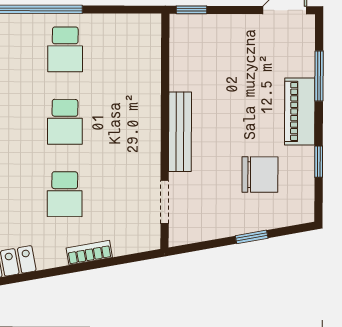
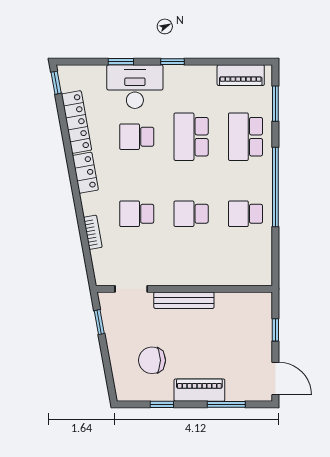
window: (192, 10) -> (275, 330), moved
chair: (260, 175) -> (152, 360), turned 90
window: (252, 237) -> (99, 322), moved

